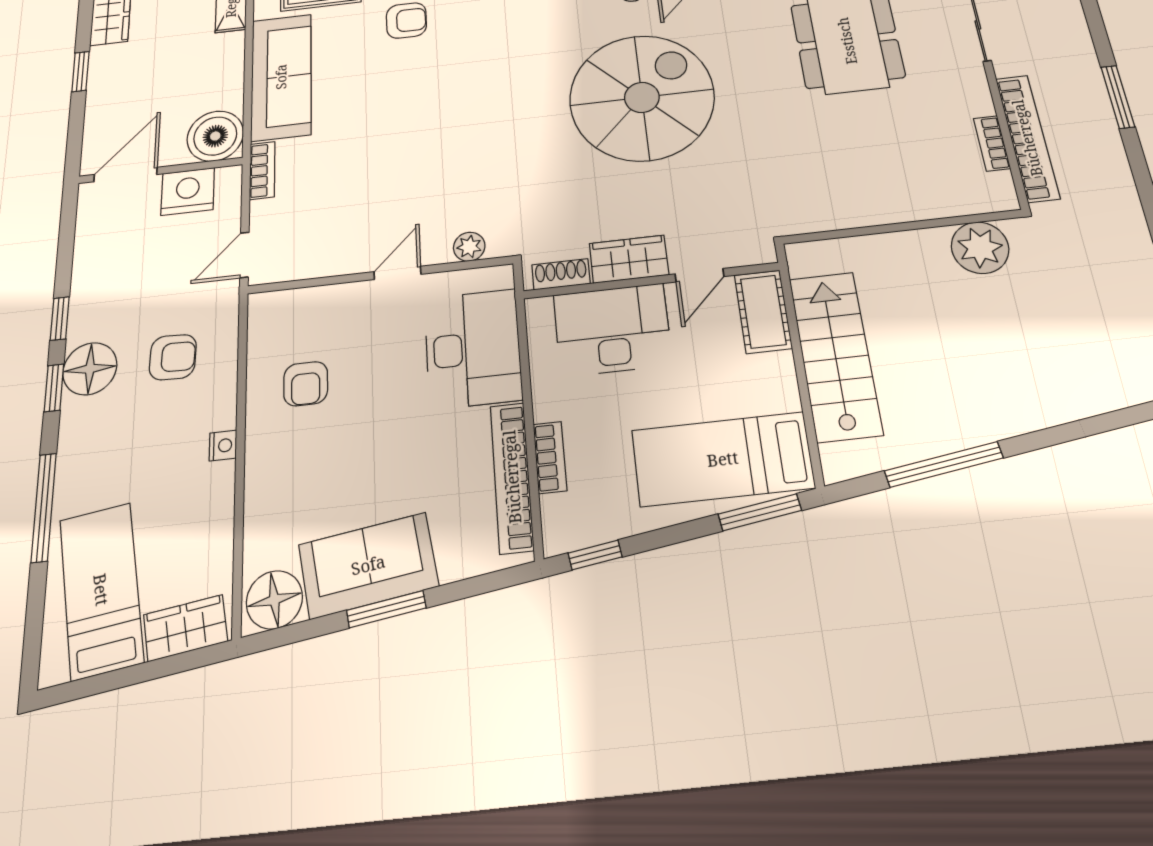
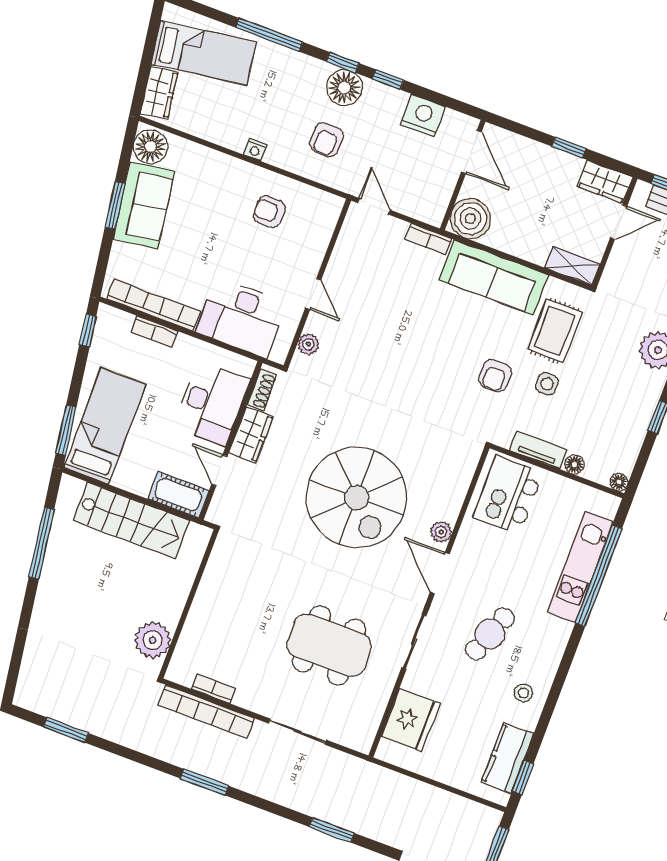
nightstand: (188, 191) -> (423, 116), moved, turned -90

